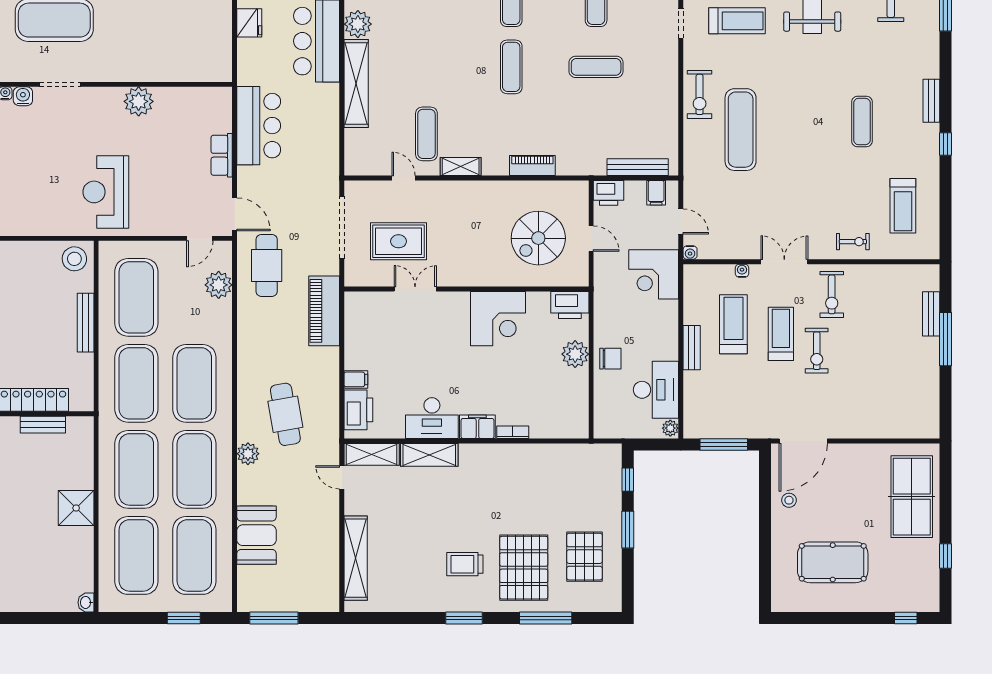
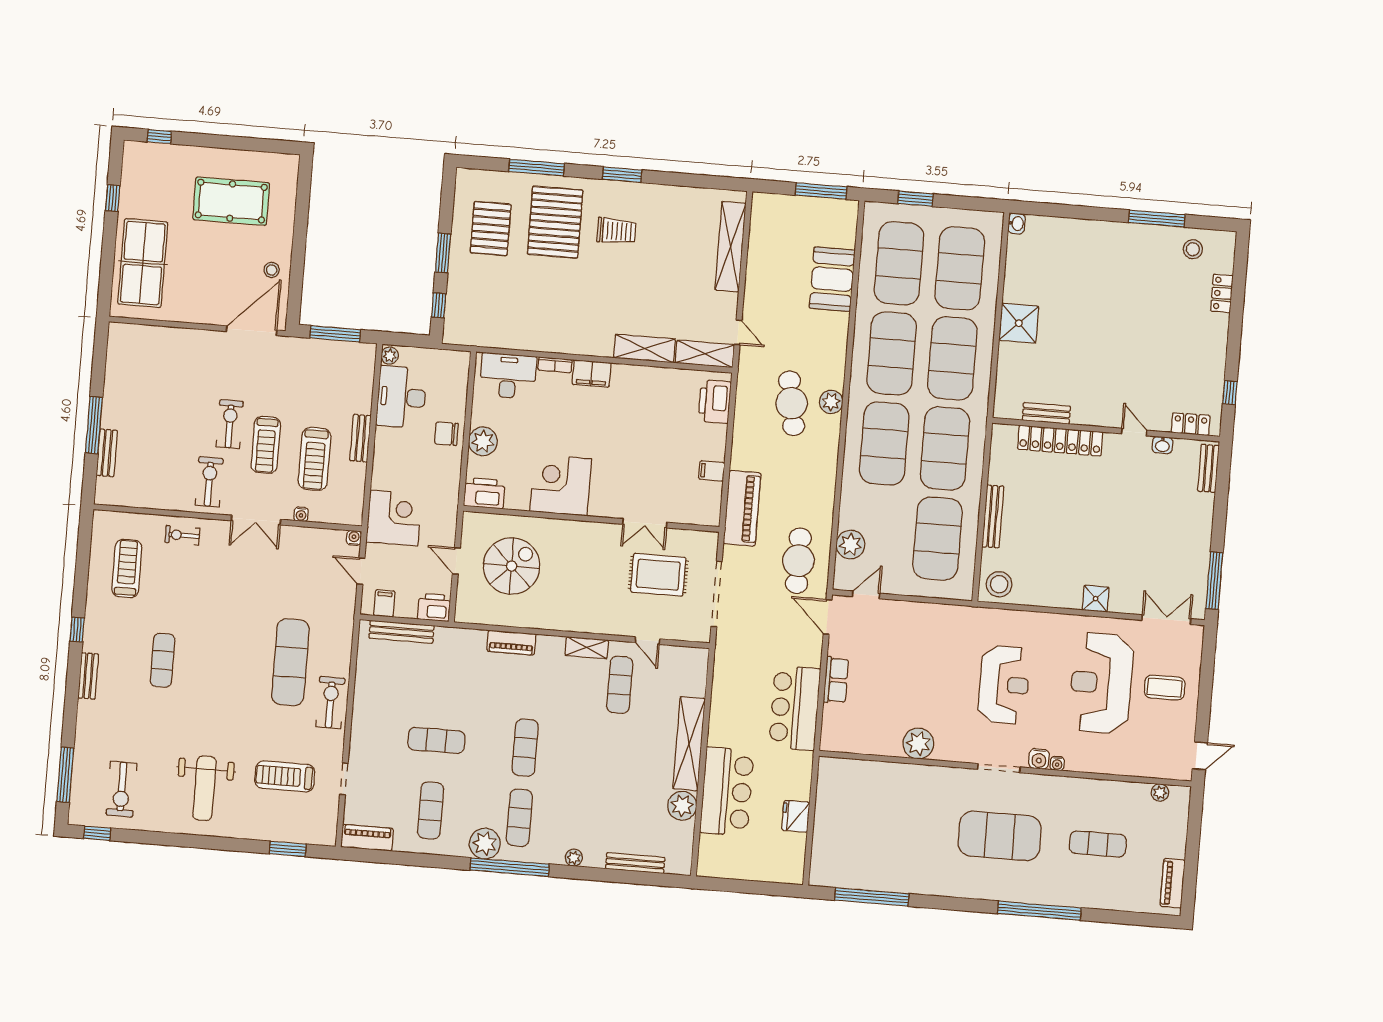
reception desk: (106, 192) -> (1004, 685), moved
filing cabinet: (356, 379) -> (712, 471), moved
desk: (432, 418) -> (508, 376), moved
plant: (248, 454) -> (831, 402), moved

